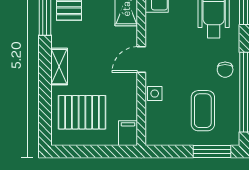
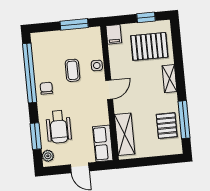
coffee table: (203, 111) -> (73, 70), moved, width x0.73, depth x0.77
window: (83, 151) -> (146, 17), added
window: (212, 151) -> (74, 24), moved

